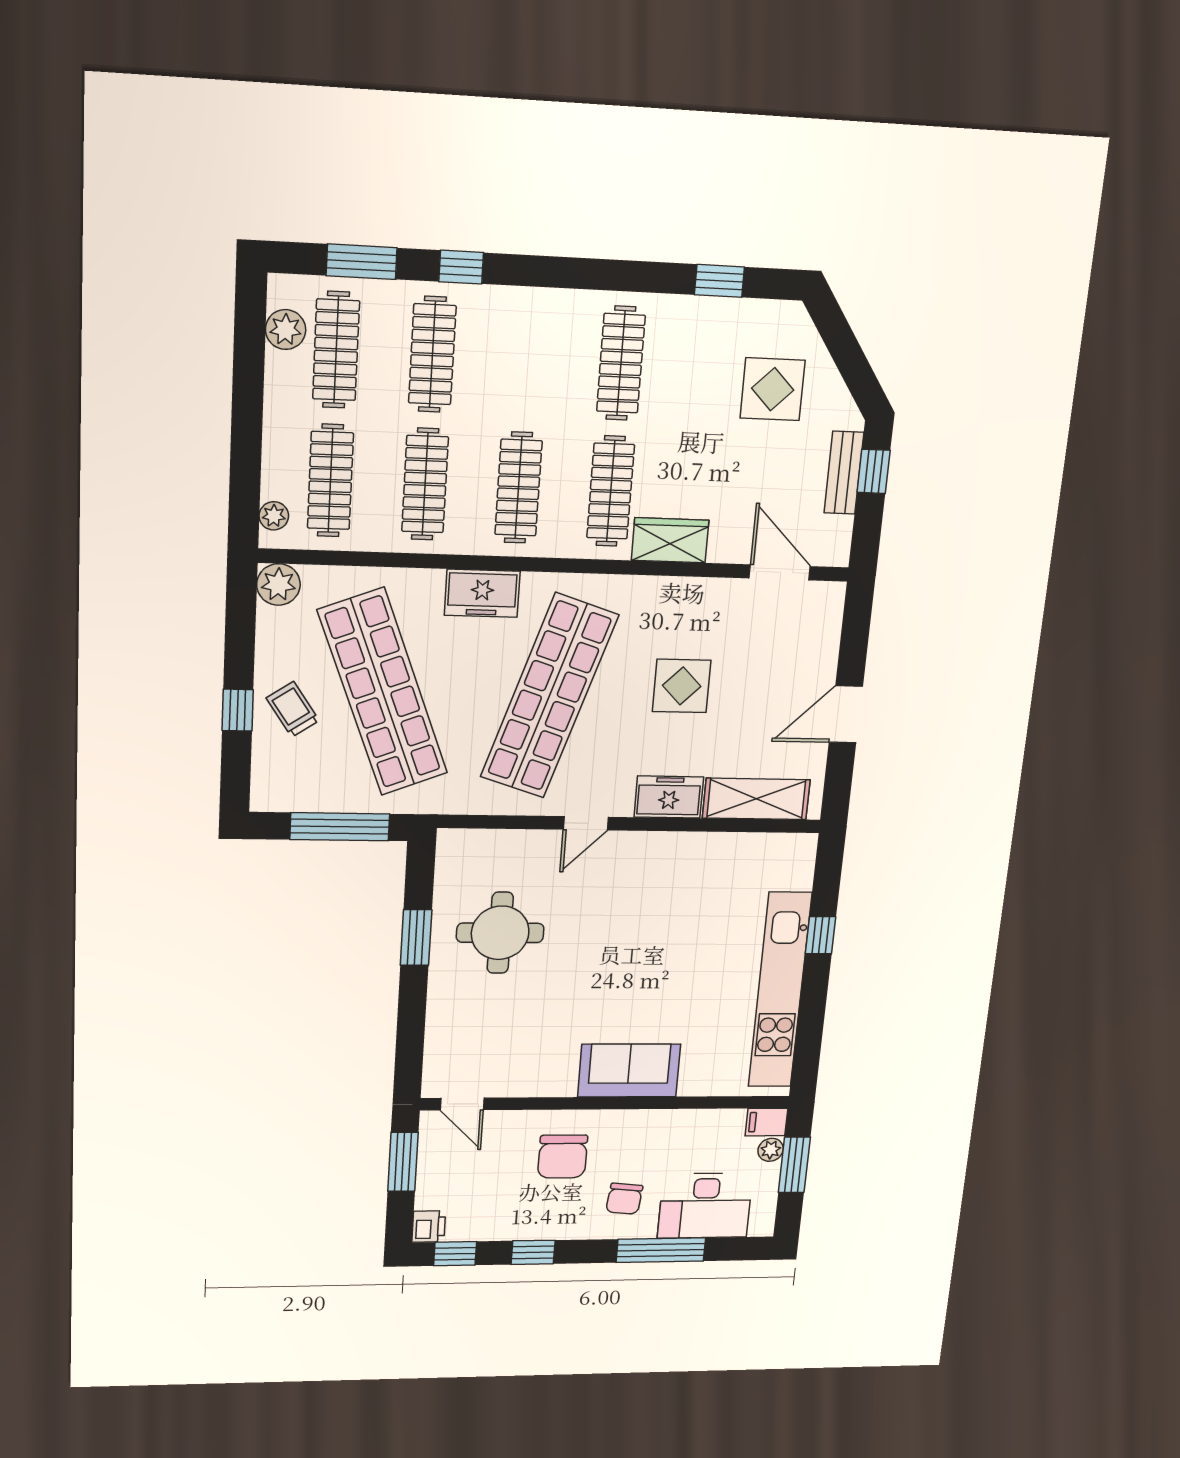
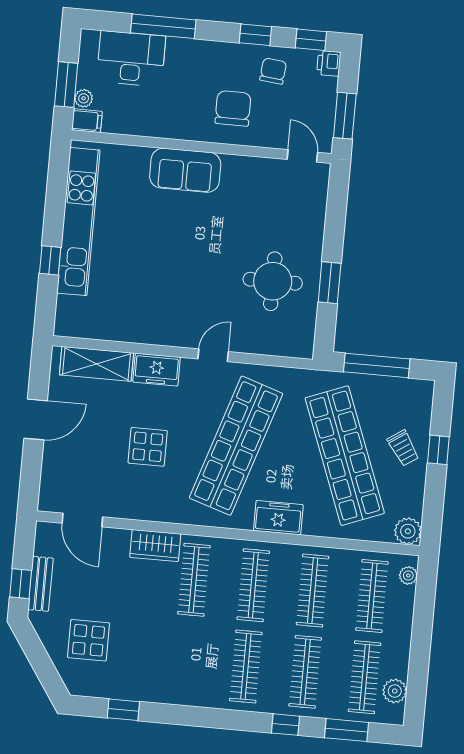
clothes rail: (621, 363) -> (246, 666), moved
chair: (624, 1199) -> (273, 71), moved

